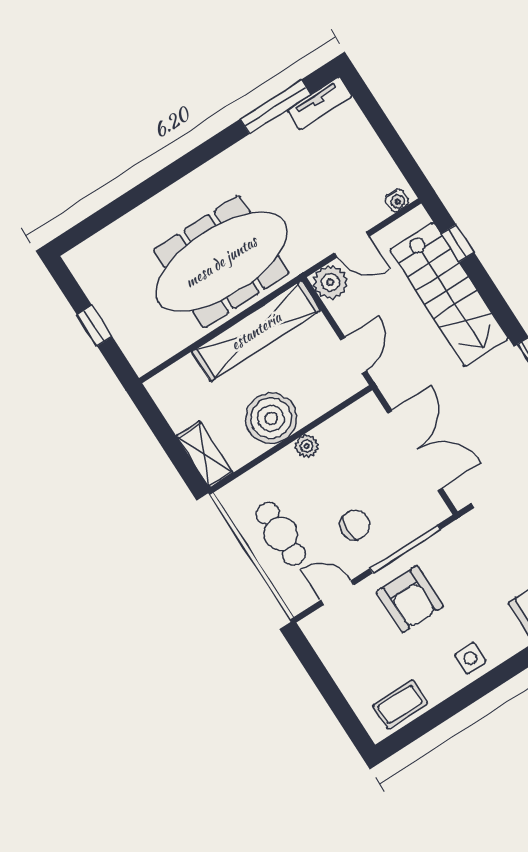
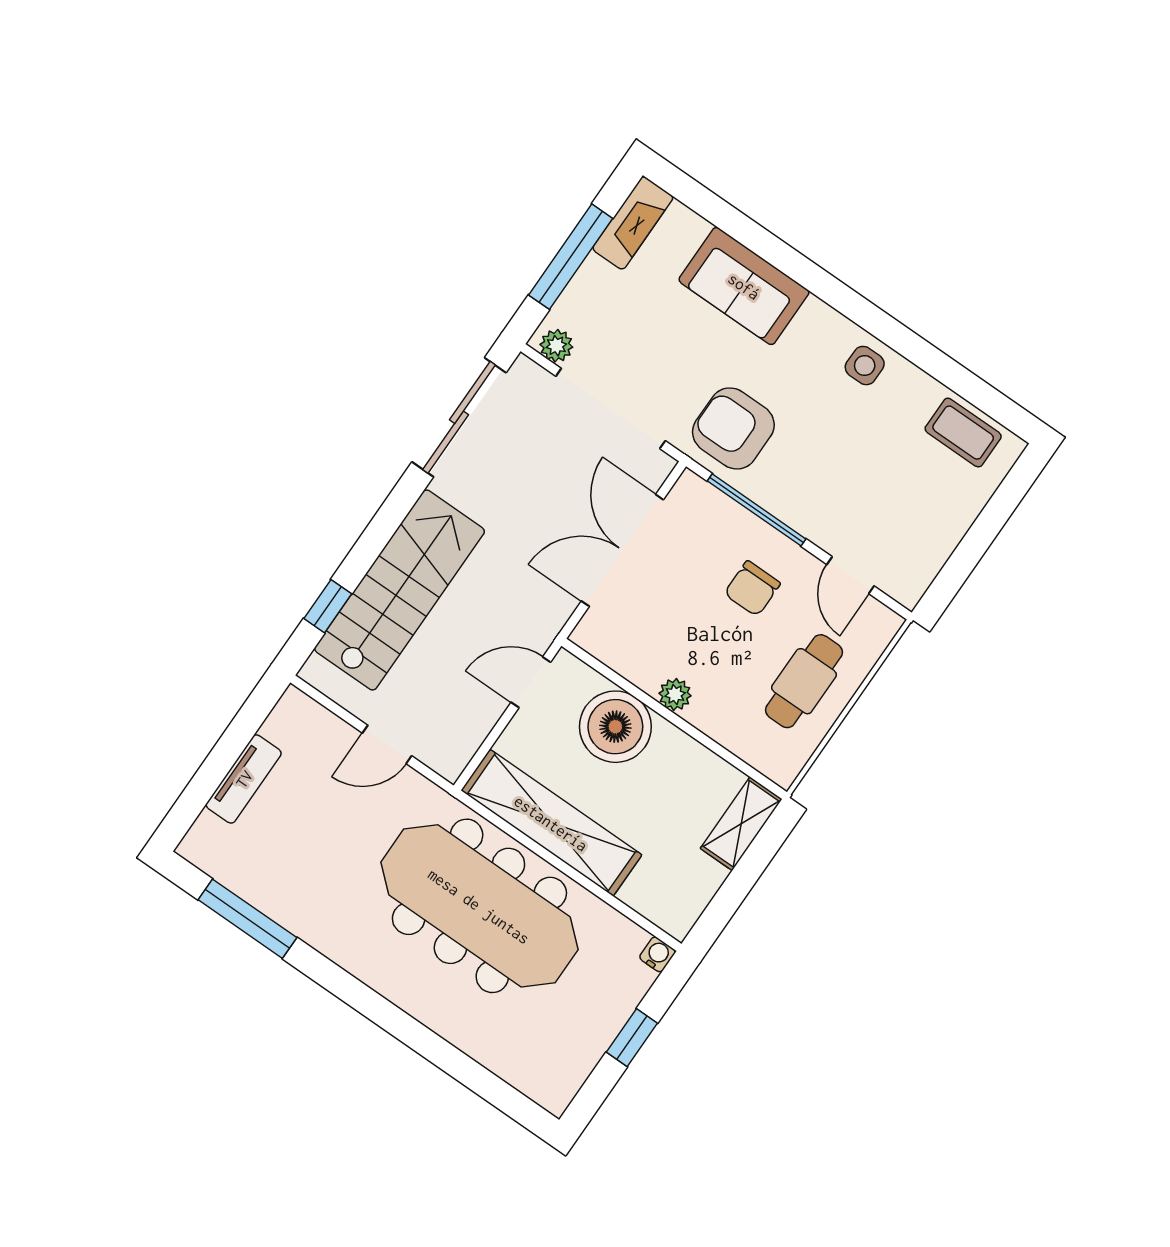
tv unit: (320, 103) -> (244, 779), moved, turned 90
water cooler: (397, 200) -> (657, 954), moved
door: (352, 245) -> (387, 744), swing flipped
plant: (330, 282) -> (448, 752), removed
boiler: (271, 418) -> (615, 727), moved
chair: (355, 525) -> (752, 589), turned -90
armchair: (410, 599) -> (733, 428), moved, turned -90

